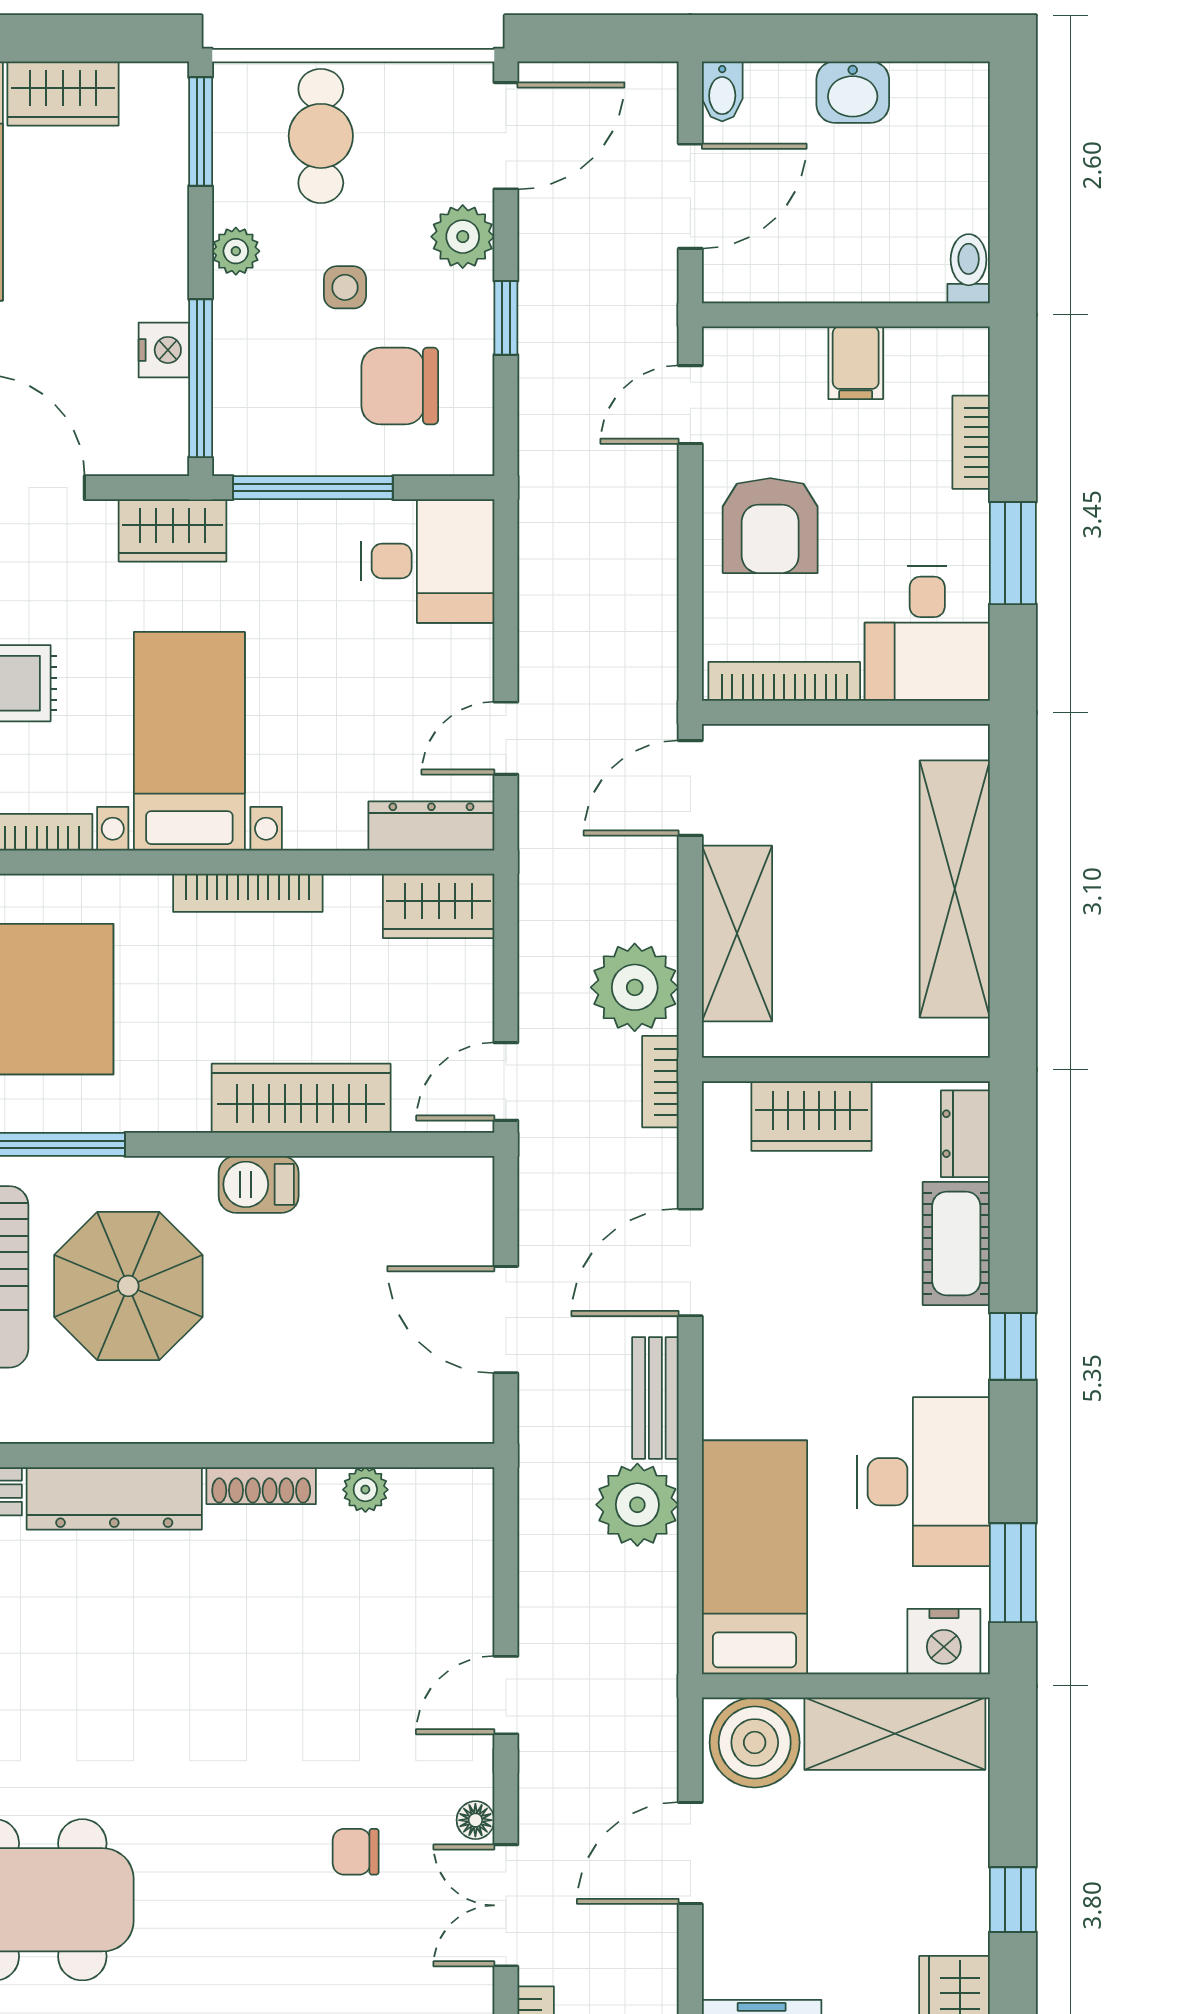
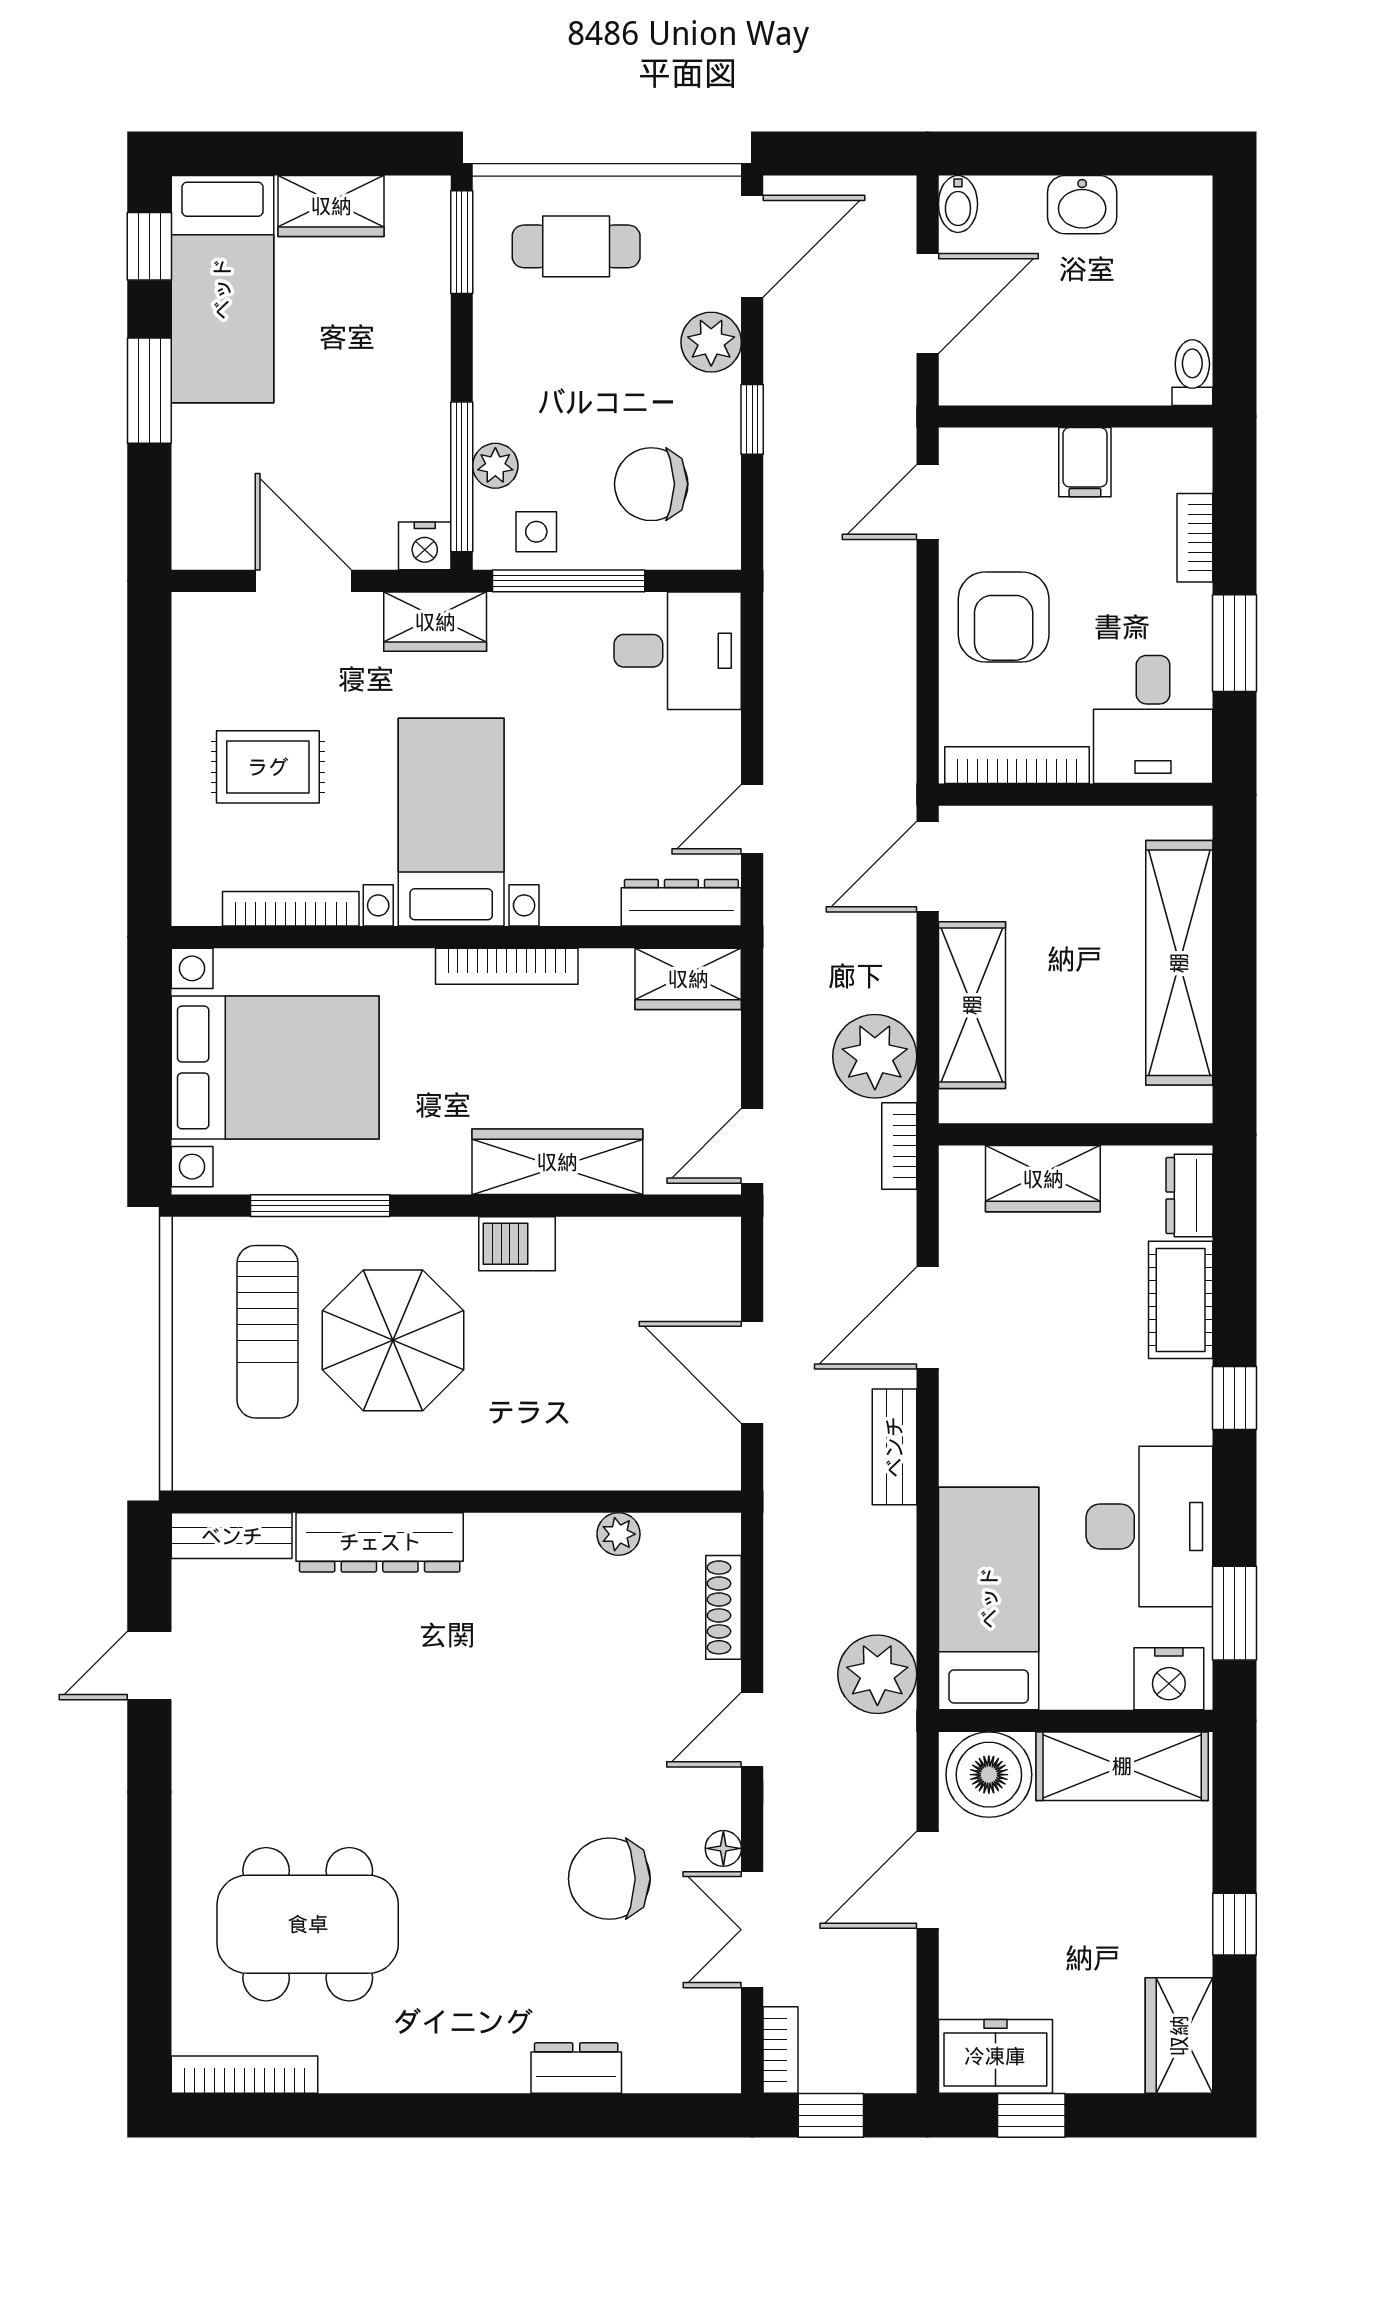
cafe table: (321, 136) -> (576, 246), turned 90
plant: (236, 251) -> (495, 466), moved
side table: (345, 287) -> (536, 532), moved
nightstand: (164, 350) -> (425, 546), moved, turned 90
shoe rack: (261, 1486) -> (724, 1607), moved, turned 90
plant: (637, 1505) -> (877, 1674), moved
chair: (356, 1852) -> (609, 1879), width x1.87, depth x1.87

